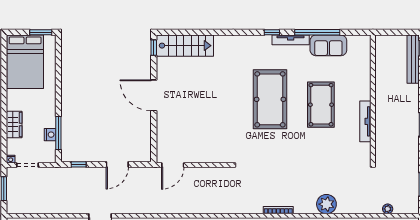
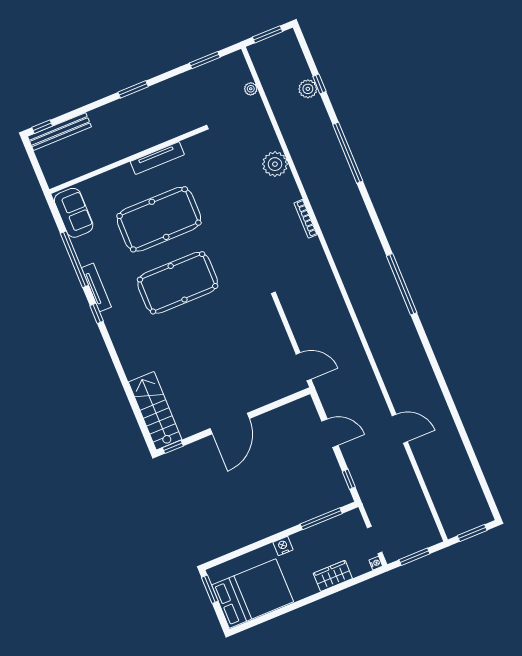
sofa: (328, 45) -> (74, 213), moved
pool table: (321, 105) -> (159, 219), width x1.36, depth x1.32
nightstand: (50, 135) -> (283, 546), moved

